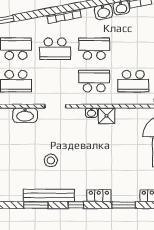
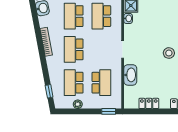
school desk: (55, 49) -> (74, 49), turned 180

